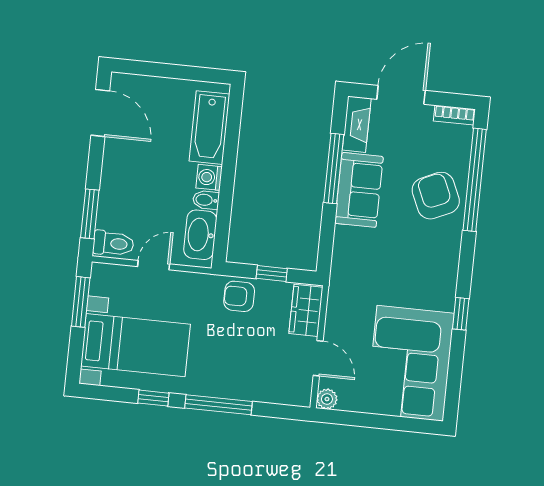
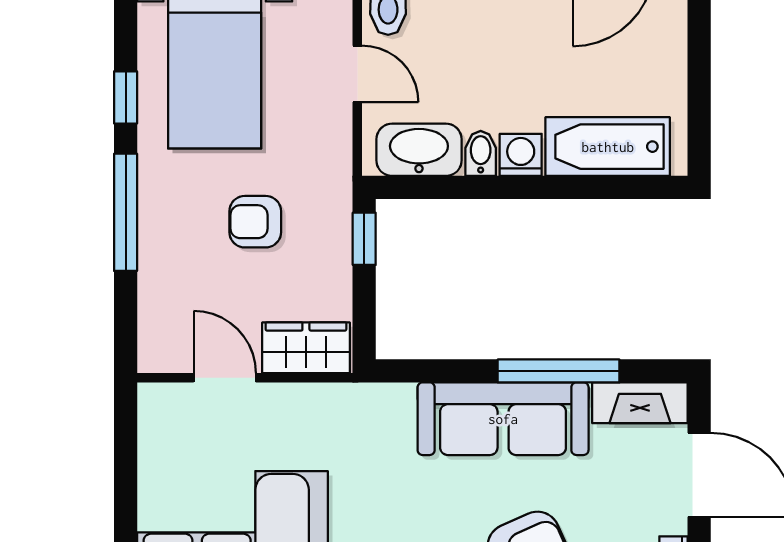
sofa: (359, 190) -> (503, 419), width x1.36
window: (272, 273) -> (364, 239), moved
armchair: (239, 296) -> (255, 222), moved, turned -90
door: (318, 358) -> (225, 378), swing flipped
plant: (327, 399) -> (155, 401), removed

